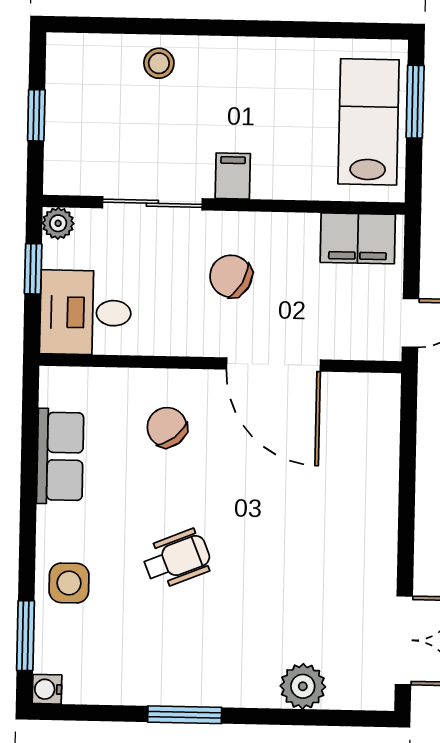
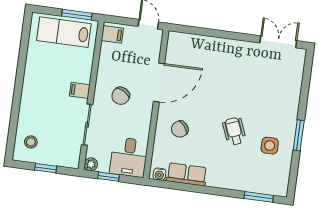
stool: (159, 63) -> (31, 142), moved
window: (415, 102) -> (77, 15), moved
filing cabinet: (358, 238) -> (112, 34), width x0.50
side table: (69, 583) -> (270, 146), moved
plant: (303, 686) -> (292, 85), removed
water cooler: (47, 689) -> (159, 174), moved

